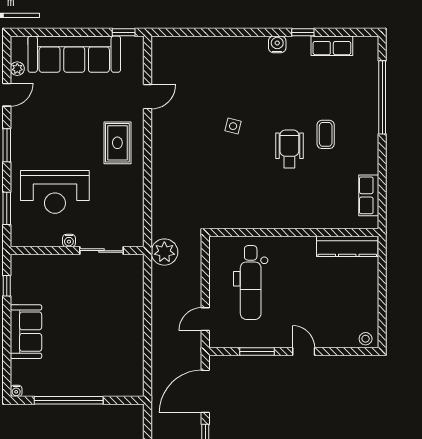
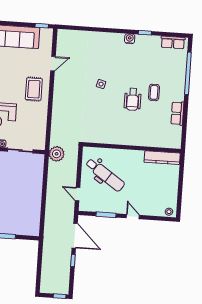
row of seats: (332, 46) -> (173, 42), moved
wheelchair: (289, 149) -> (133, 99), turned 180
row of seats: (369, 195) -> (177, 113), moved
dental chair: (251, 283) -> (105, 175), turned -56
door: (205, 319) -> (77, 194), hinge flipped
door: (205, 391) -> (75, 236), swing flipped

